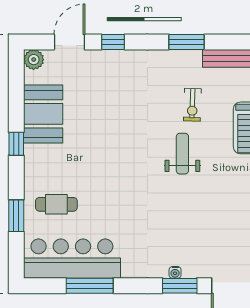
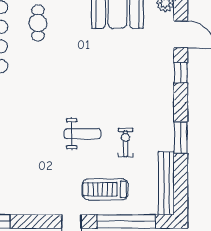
exercise bike: (192, 105) -> (125, 143), turned 88

